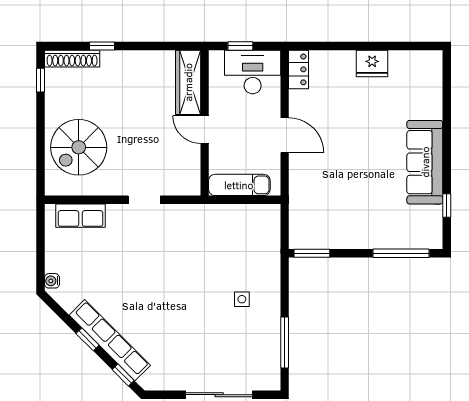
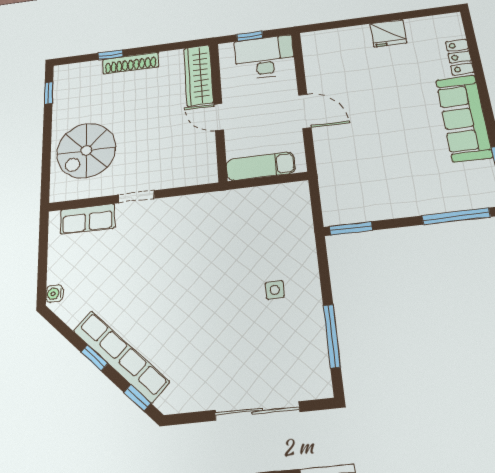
shoe rack: (72, 59) -> (131, 63), moved
locker: (298, 69) -> (460, 57), moved, turned 180
doorway: (144, 200) -> (136, 197), moved

